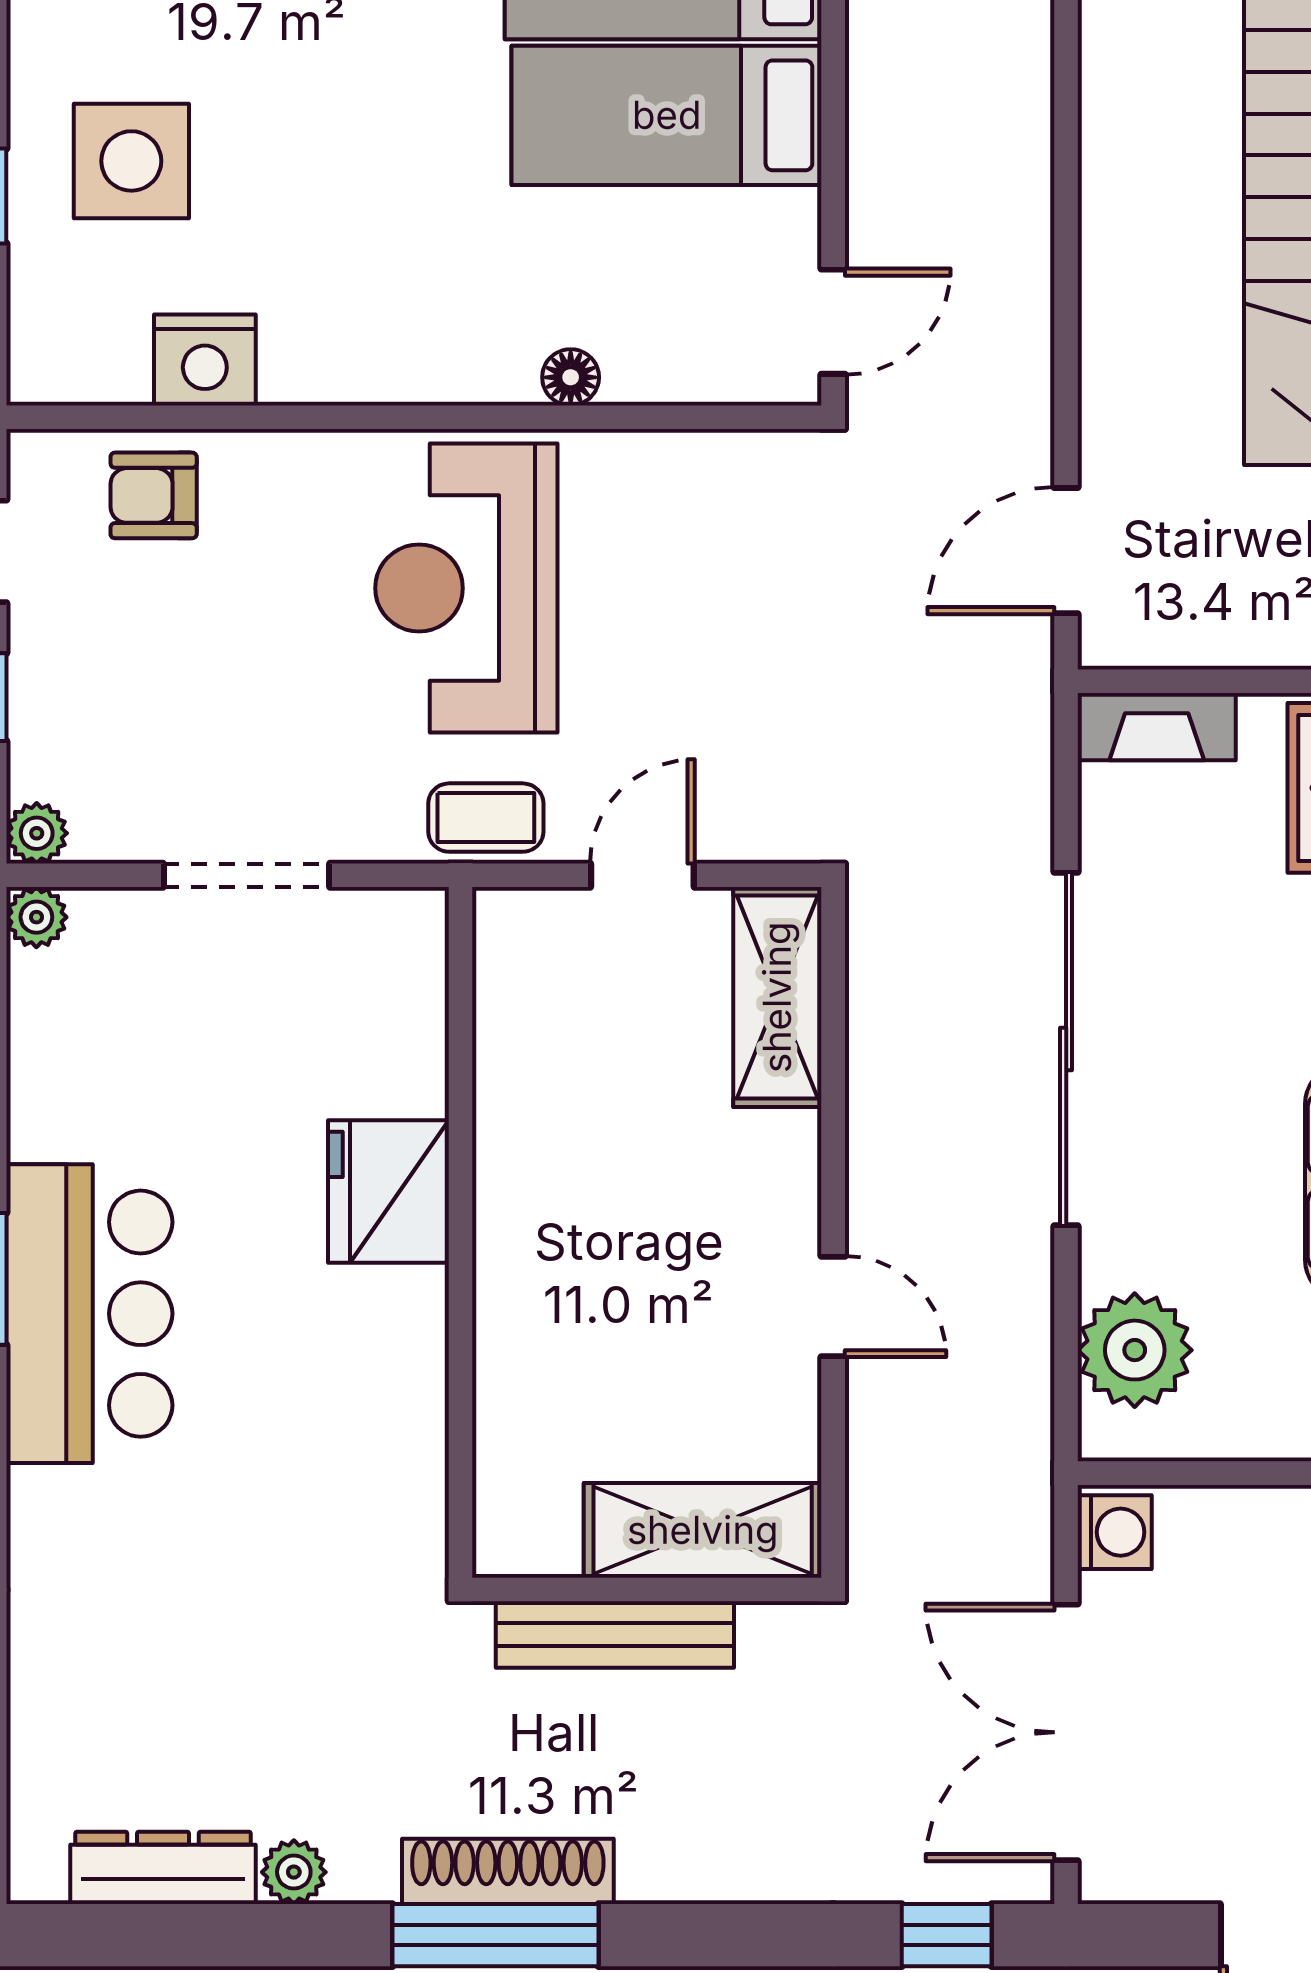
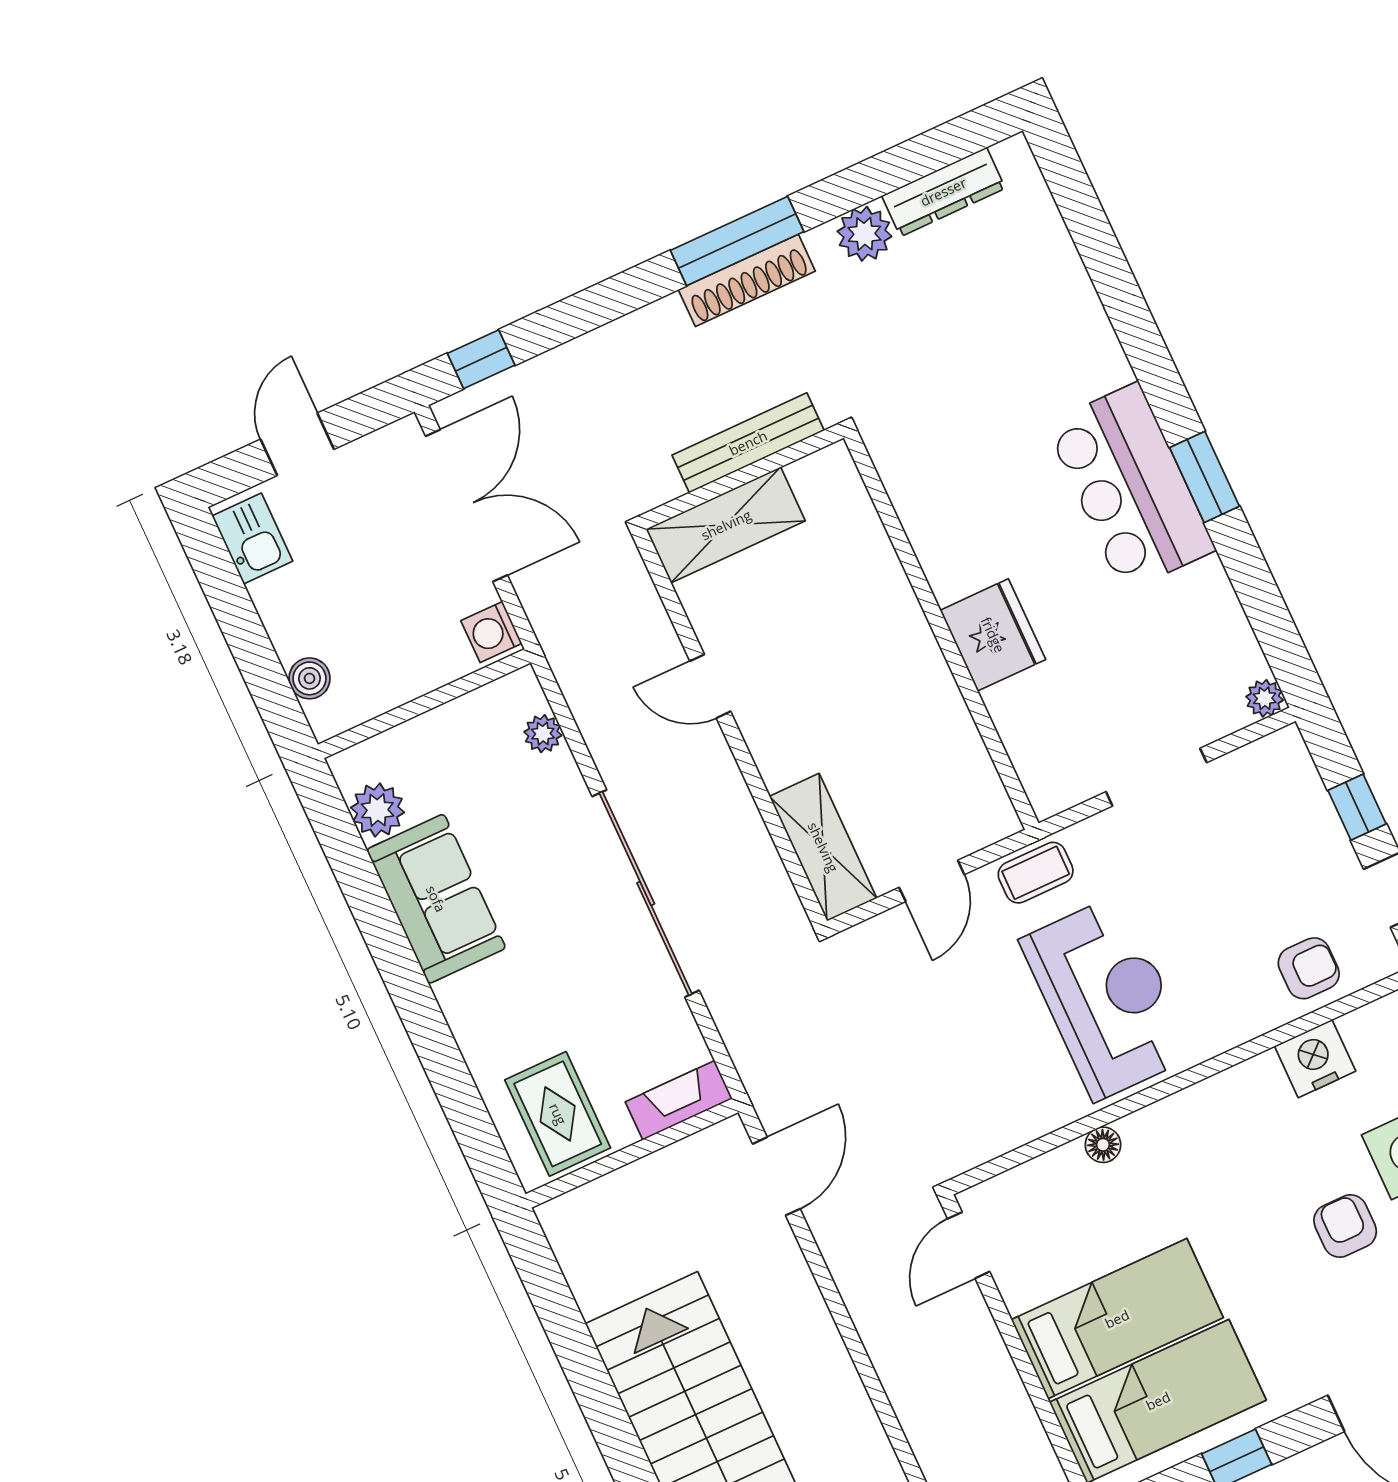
armchair: (274, 97) -> (1345, 1226), added
plant: (37, 833) -> (1286, 746), removed
plant: (1135, 1350) -> (543, 734), width x0.53, depth x0.53
plant: (294, 1872) -> (864, 234), width x1.38, depth x1.38

